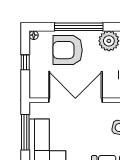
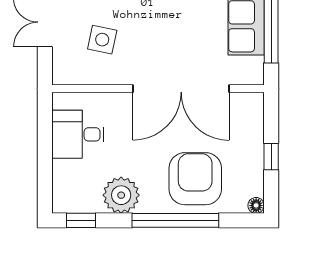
armchair: (68, 50) -> (195, 179), turned -90

